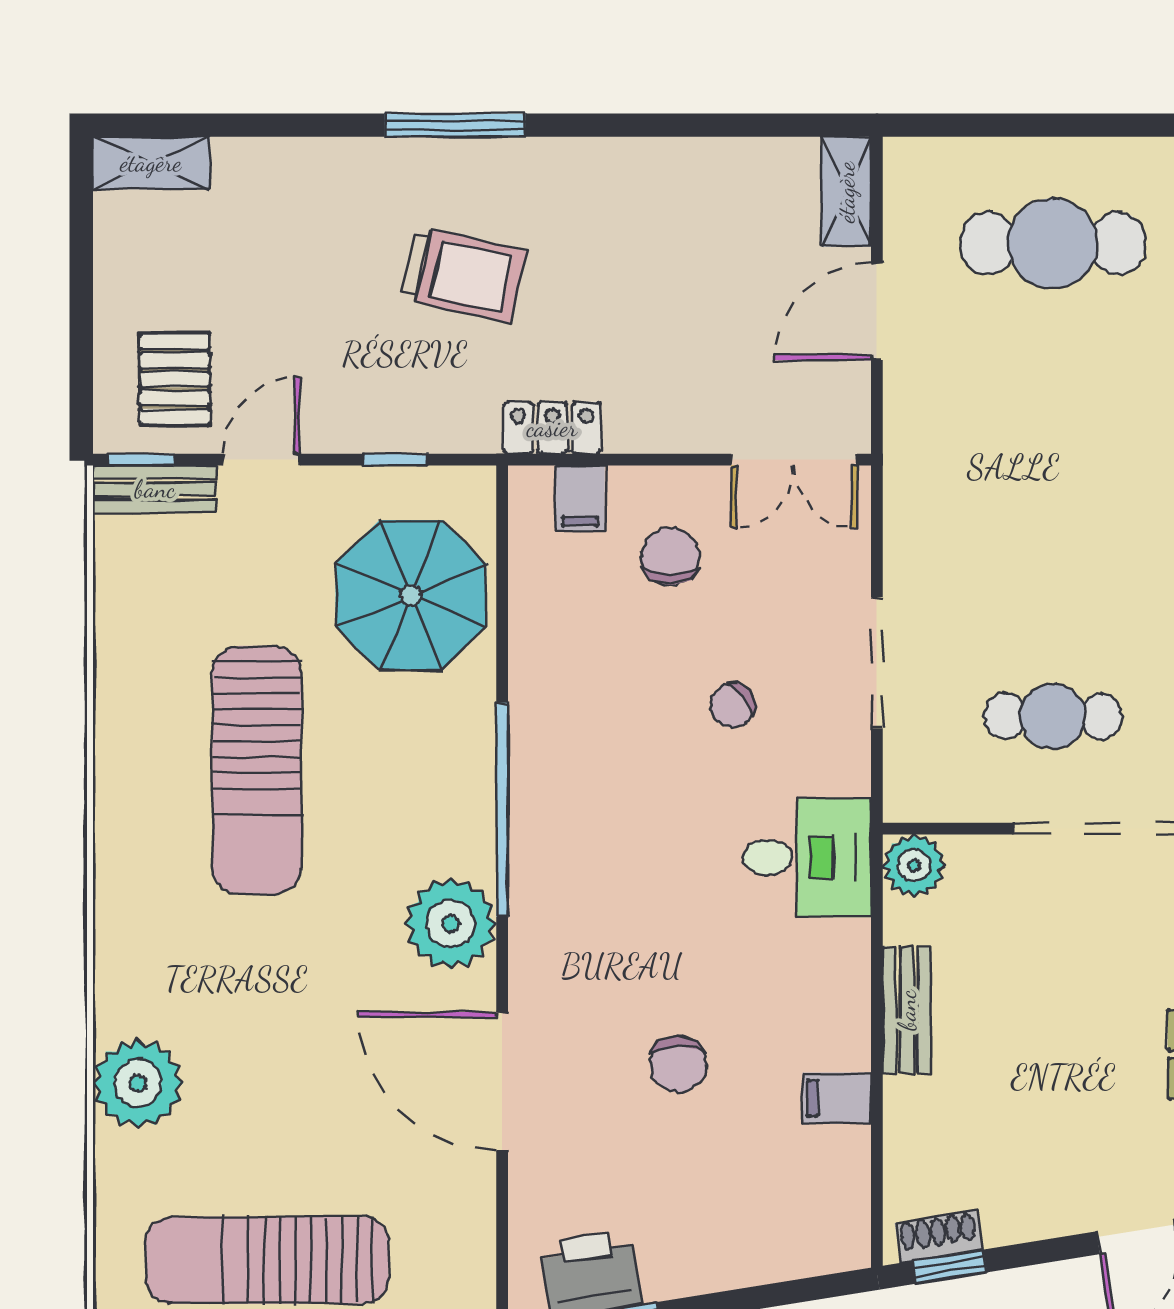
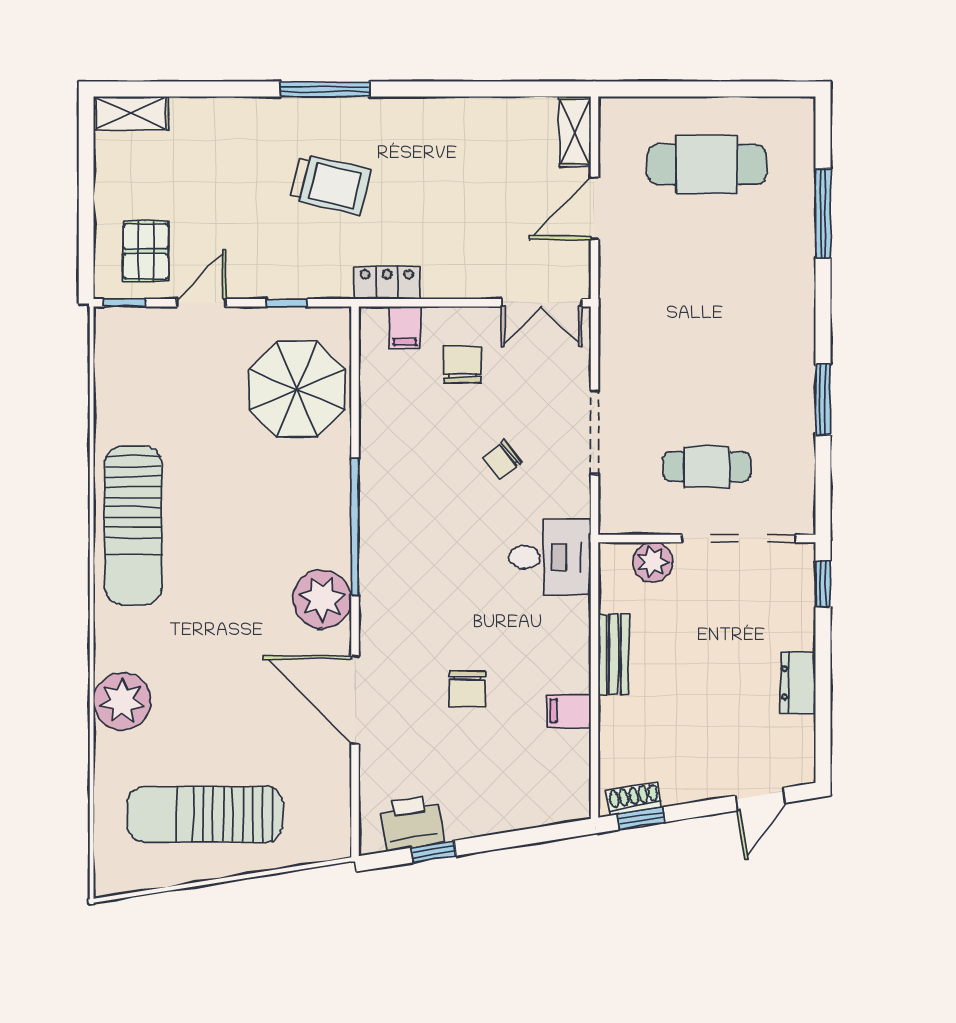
bench: (155, 489) -> (133, 321), removed
sun lounger: (257, 770) -> (133, 526), moved
plant: (914, 865) -> (653, 562), moved

